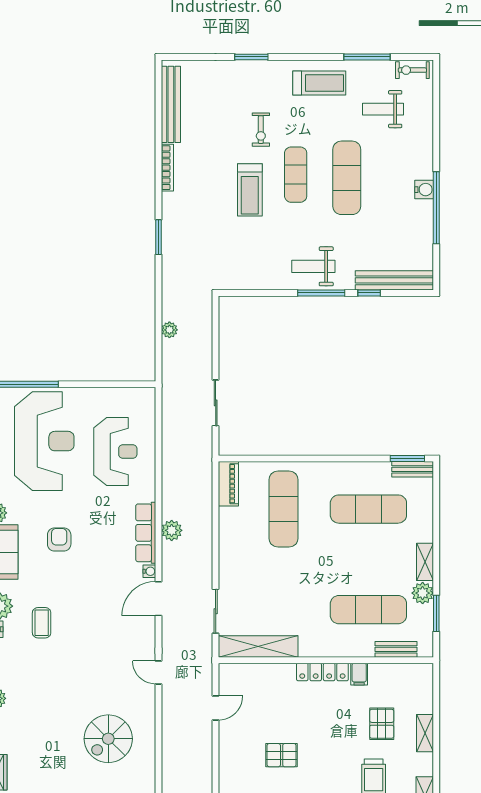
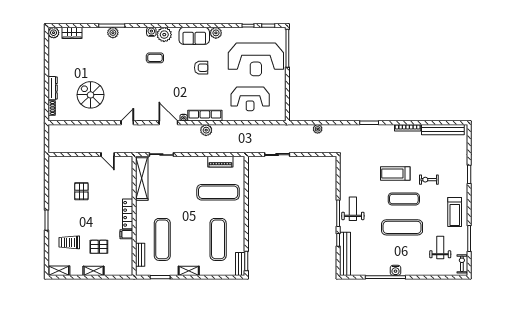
piano: (228, 484) -> (220, 162), moved
plant: (423, 593) -> (171, 269), removed

